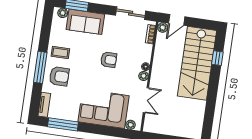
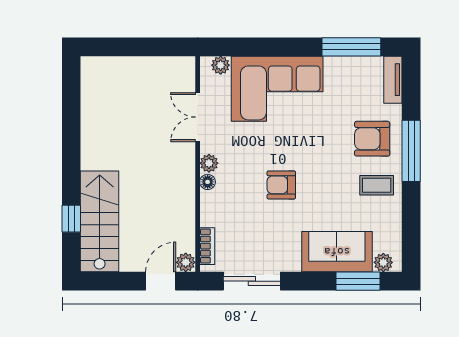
stairs: (197, 63) -> (100, 221), width x0.73, depth x0.66

